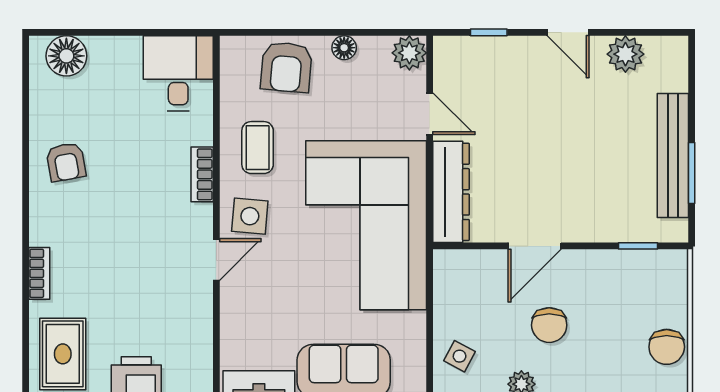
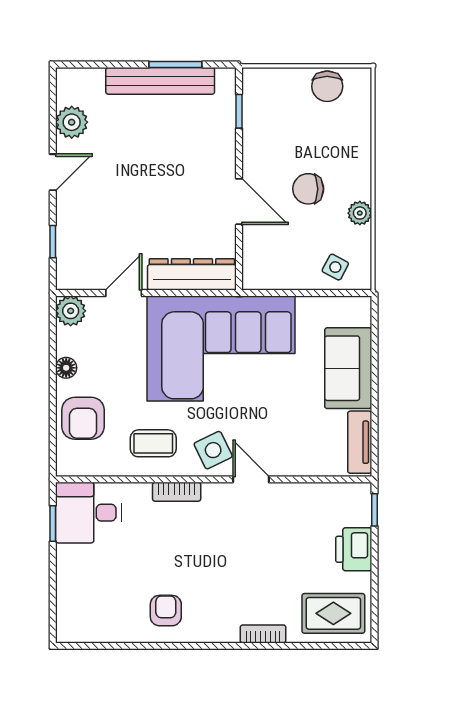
window: (166, 32) -> (53, 524), added
floor lamp: (66, 56) -> (73, 610), removed
armchair: (286, 67) -> (83, 418), turned 85
armchair: (66, 162) -> (166, 611), turned -80
side table: (250, 216) -> (213, 450), turned -31
chair: (549, 325) -> (308, 189), turned 180
chair: (667, 347) -> (327, 86), turned 90

